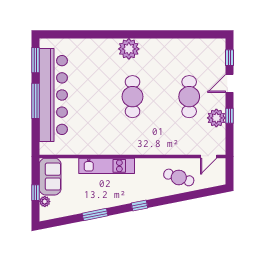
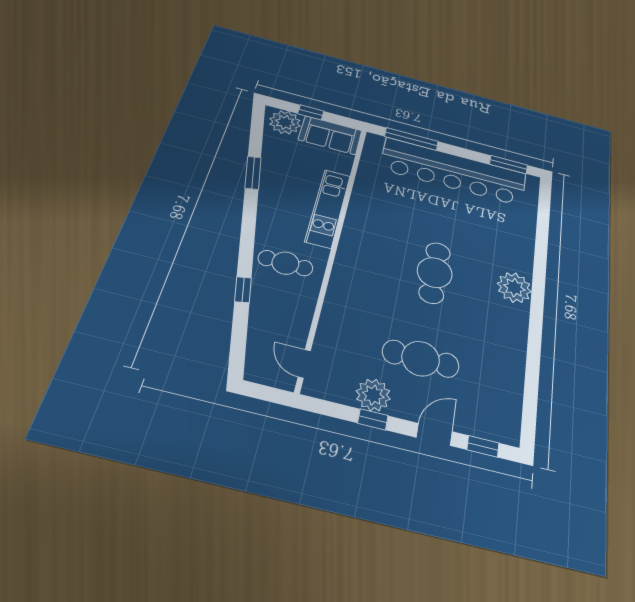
door: (230, 83) -> (434, 434), hinge flipped
cafe table: (132, 97) -> (435, 273), turned 90
window: (35, 101) -> (411, 139), moved
cafe table: (179, 177) -> (285, 263), moved, turned 73
plant: (45, 202) -> (285, 122), width x1.87, depth x1.87
window: (140, 206) -> (243, 290), moved

